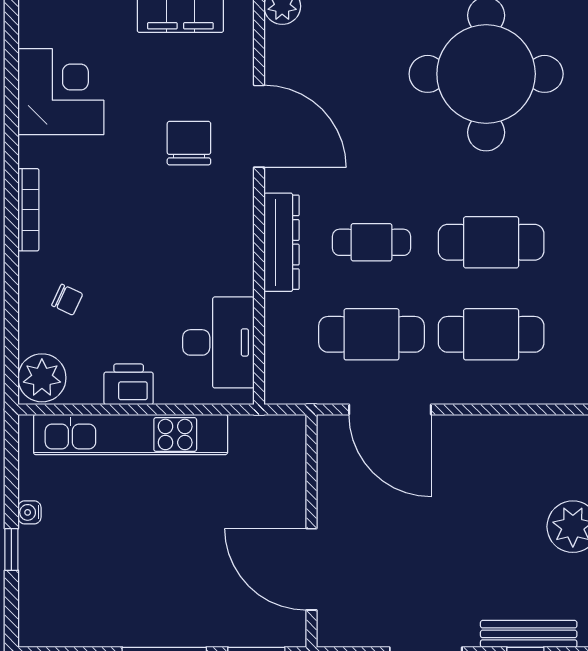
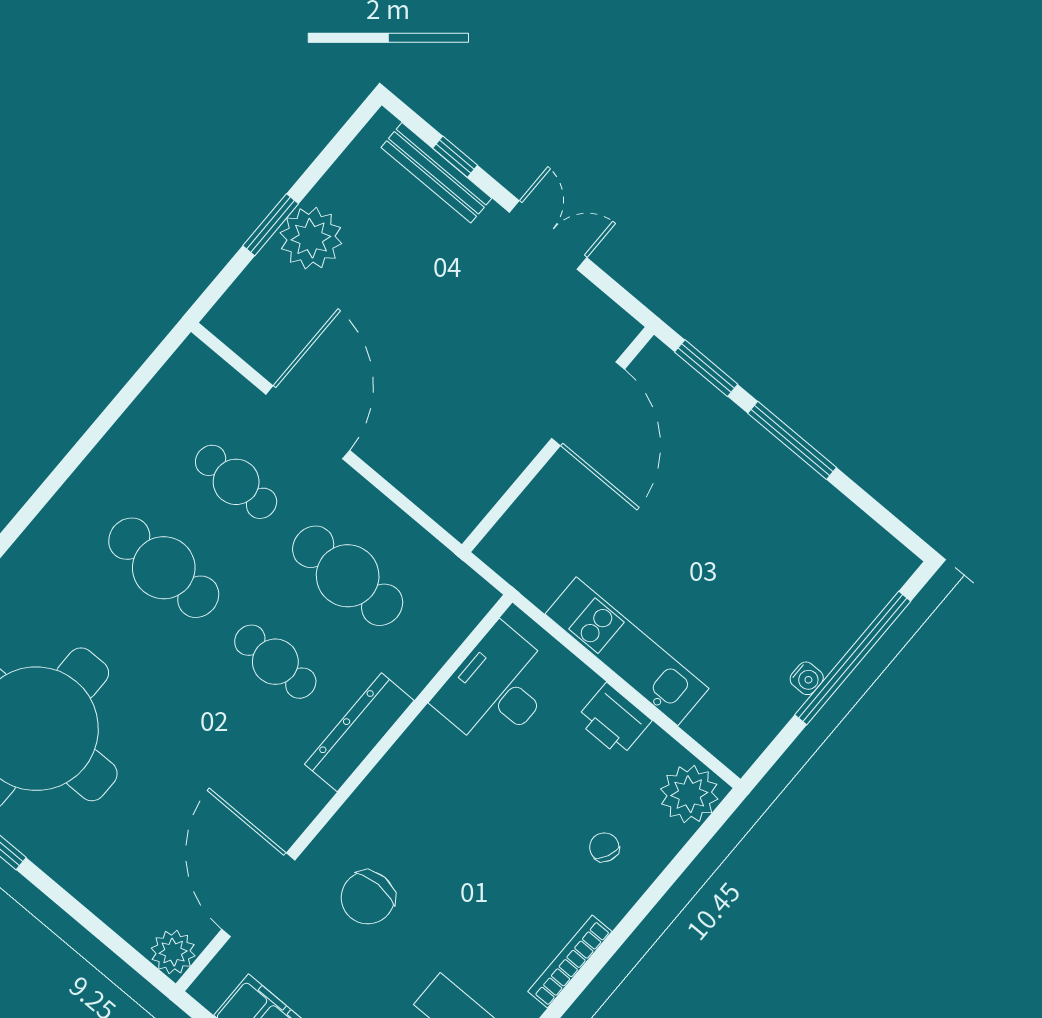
door: (259, 126) -> (258, 895), moved
cafe table: (491, 334) -> (236, 482), width x0.73, depth x0.74
door: (390, 410) -> (308, 422), moved
kitchen unit: (131, 434) -> (627, 651), width x0.73
window: (11, 550) -> (853, 658), width x3.17

